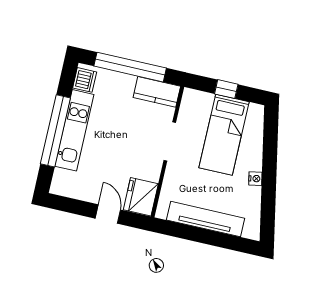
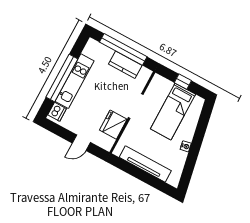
dishwasher: (85, 80) -> (57, 112), moved
kitchen counter: (157, 92) -> (125, 65), moved
fridge: (141, 197) -> (113, 125), moved
door: (108, 214) -> (81, 143), swing flipped

